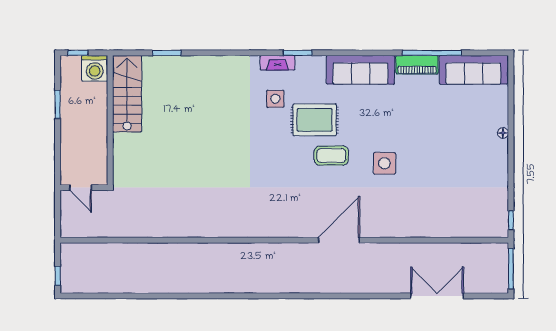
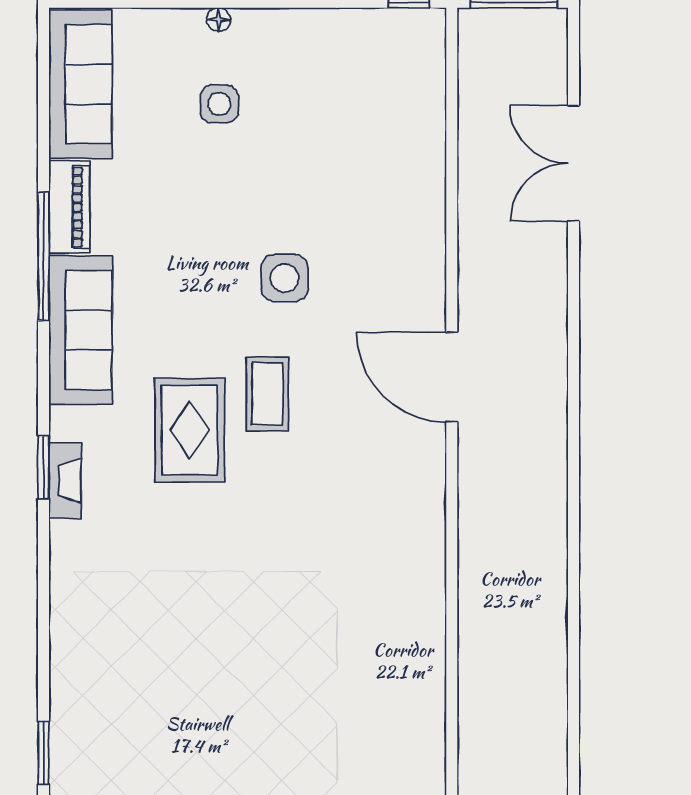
window: (432, 53) -> (44, 256), moved
fireplace: (277, 63) -> (65, 480), moved
side table: (275, 99) -> (219, 104), moved

